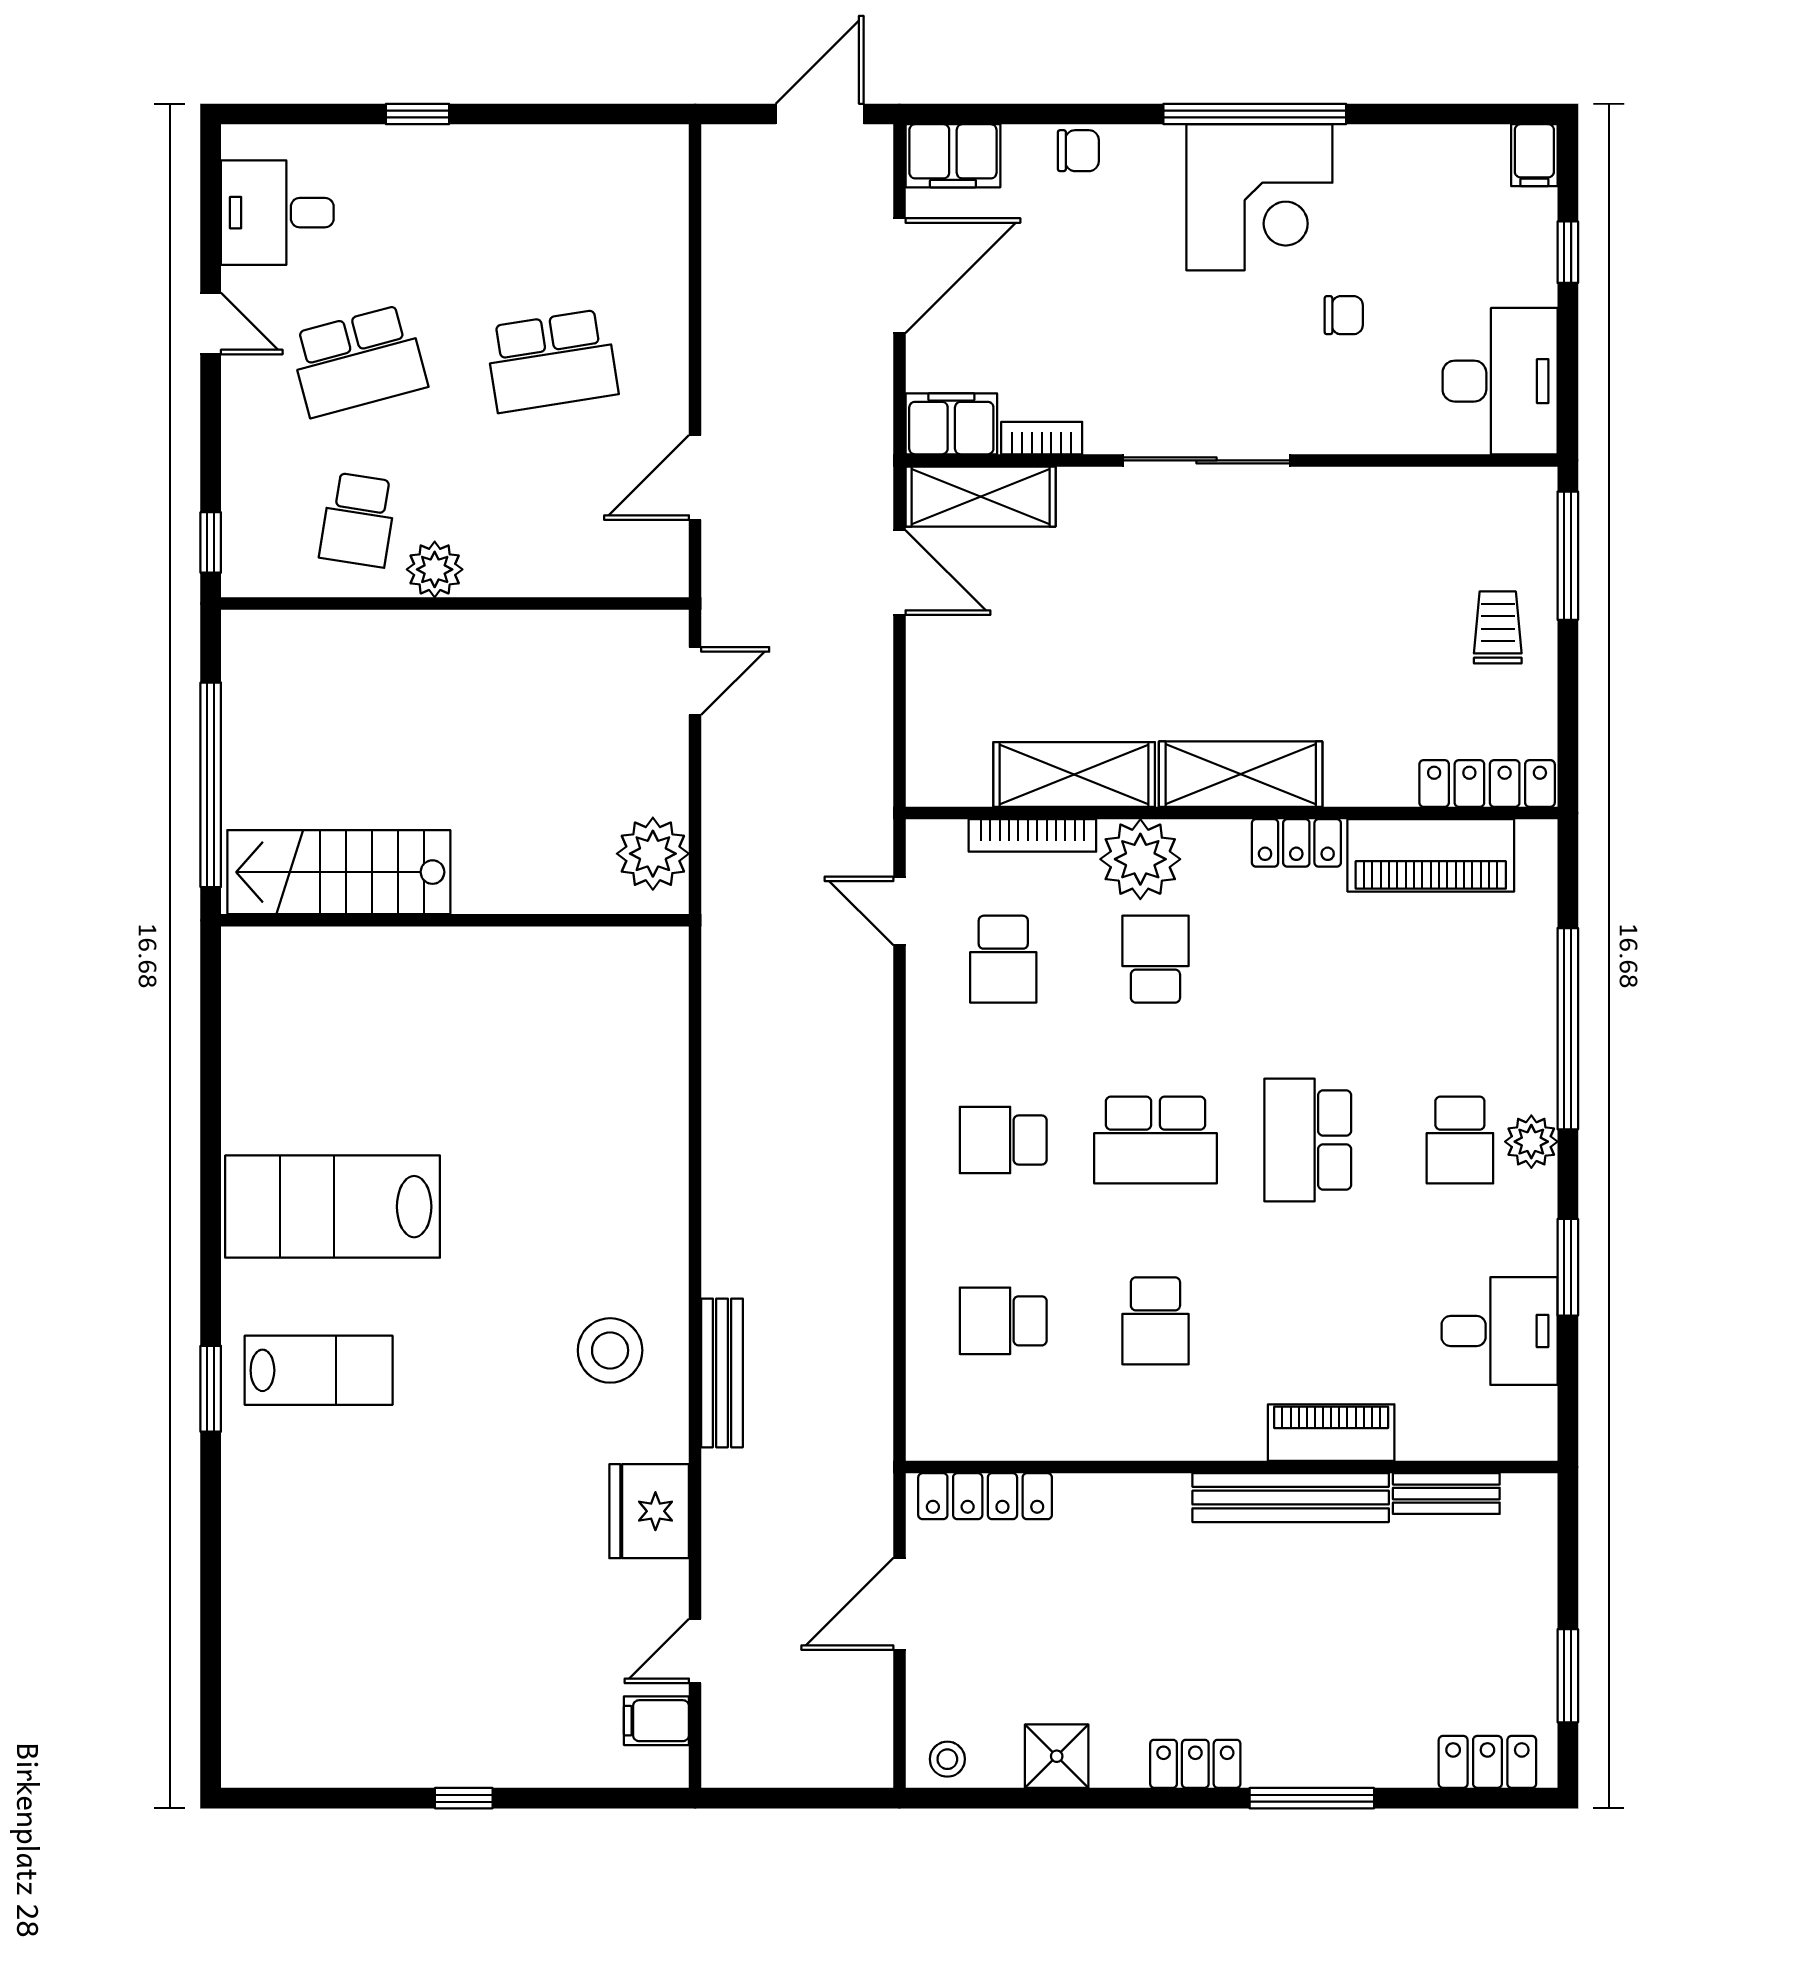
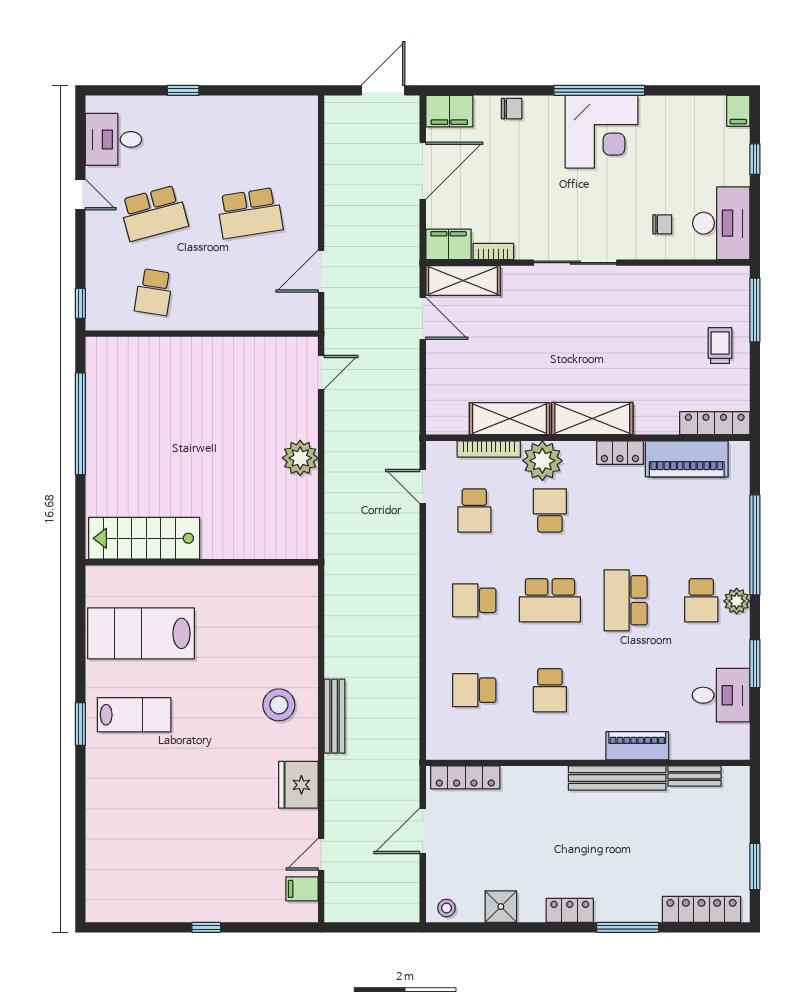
chair: (1344, 315) -> (662, 224), moved
plant: (435, 569) -> (192, 317), removed
stairs: (339, 872) -> (144, 538), moved
wall: (455, 920) -> (202, 562), moved
locker: (1487, 1762) -> (701, 909), width x1.53

